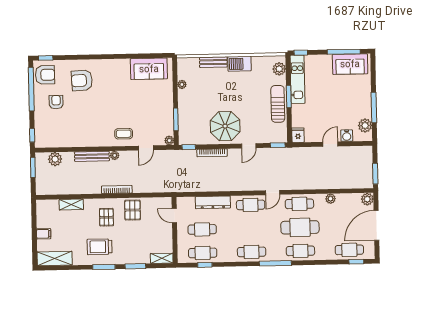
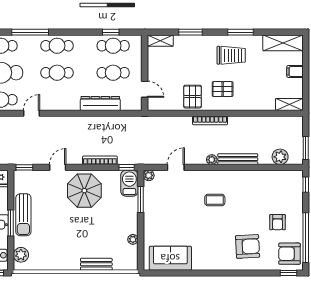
barbecue: (239, 64) -> (129, 183), moved, turned -90
coffee table: (124, 134) -> (215, 200), moved
shelving: (71, 204) -> (289, 104), moved
cafe table: (251, 205) -> (57, 73), moved
pallet: (106, 217) -> (223, 89), turned 90
window: (104, 267) -> (241, 32), moved

